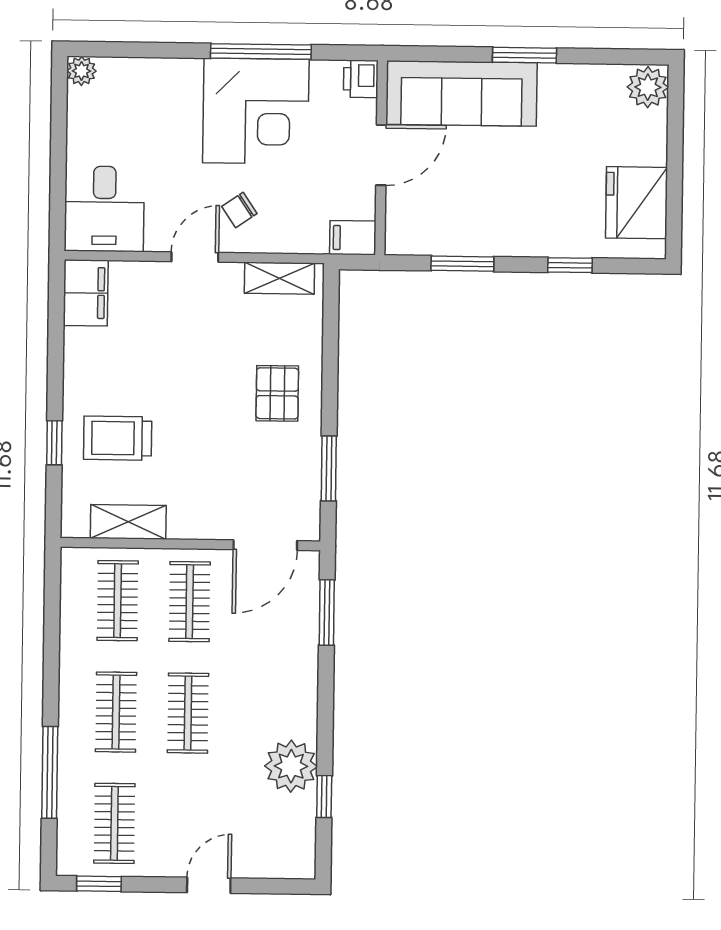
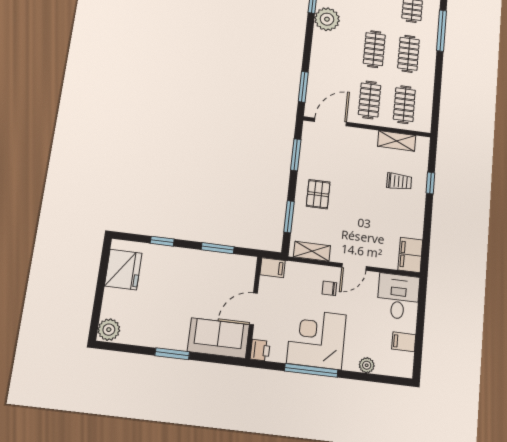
plant: (81, 71) -> (367, 365), moved
sofa: (461, 93) -> (218, 338), width x0.73
filing cabinet: (88, 123) -> (404, 342), added
chair: (239, 210) -> (329, 288), turned -146
window: (331, 341) -> (289, 217), added
trolley: (118, 438) -> (399, 182), width x0.73, depth x0.72

